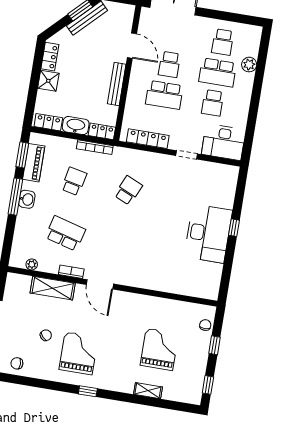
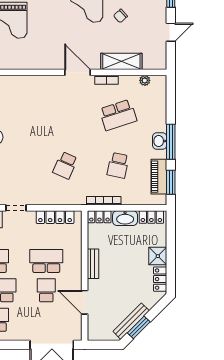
bench: (117, 84) -> (93, 264), width x0.73
school desk: (65, 233) -> (118, 115), turned -33

